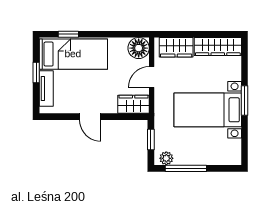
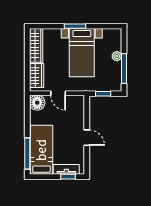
window: (68, 34) -> (27, 153), width x2.17
window: (36, 73) -> (68, 177), moved
wardrobe: (134, 104) -> (78, 106), removed
door: (90, 117) -> (87, 138), hinge flipped
plant: (166, 158) -> (117, 56), moved

